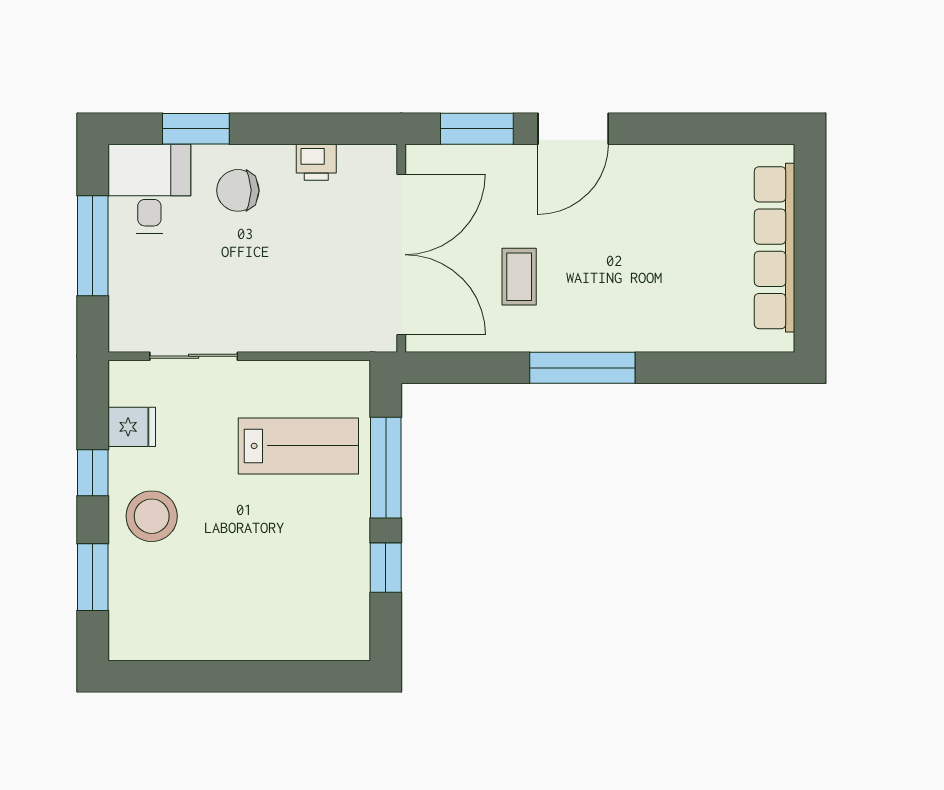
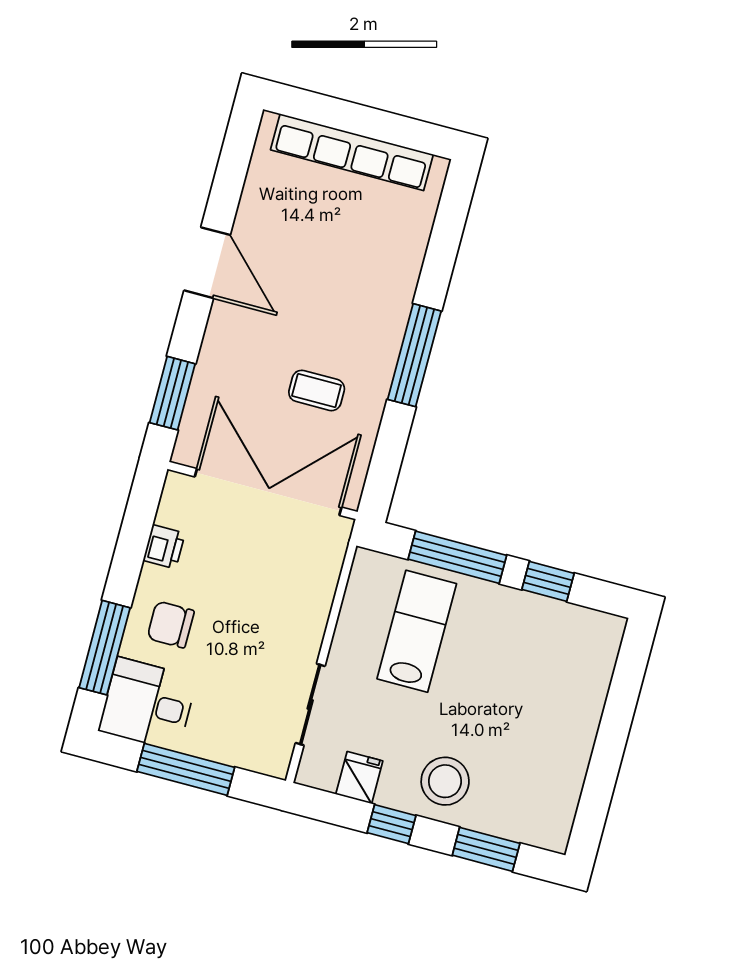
window: (196, 129) -> (105, 648), width x1.44
door: (573, 129) -> (207, 263), moved
chair: (238, 190) -> (171, 625), turned 90

